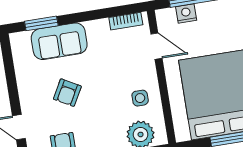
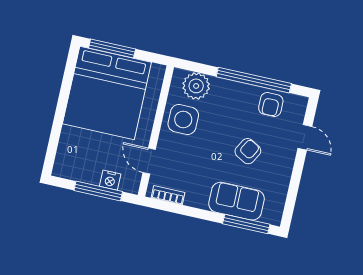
window: (41, 23) -> (246, 224), width x1.44
side table: (140, 98) -> (183, 120), width x1.87, depth x1.87

